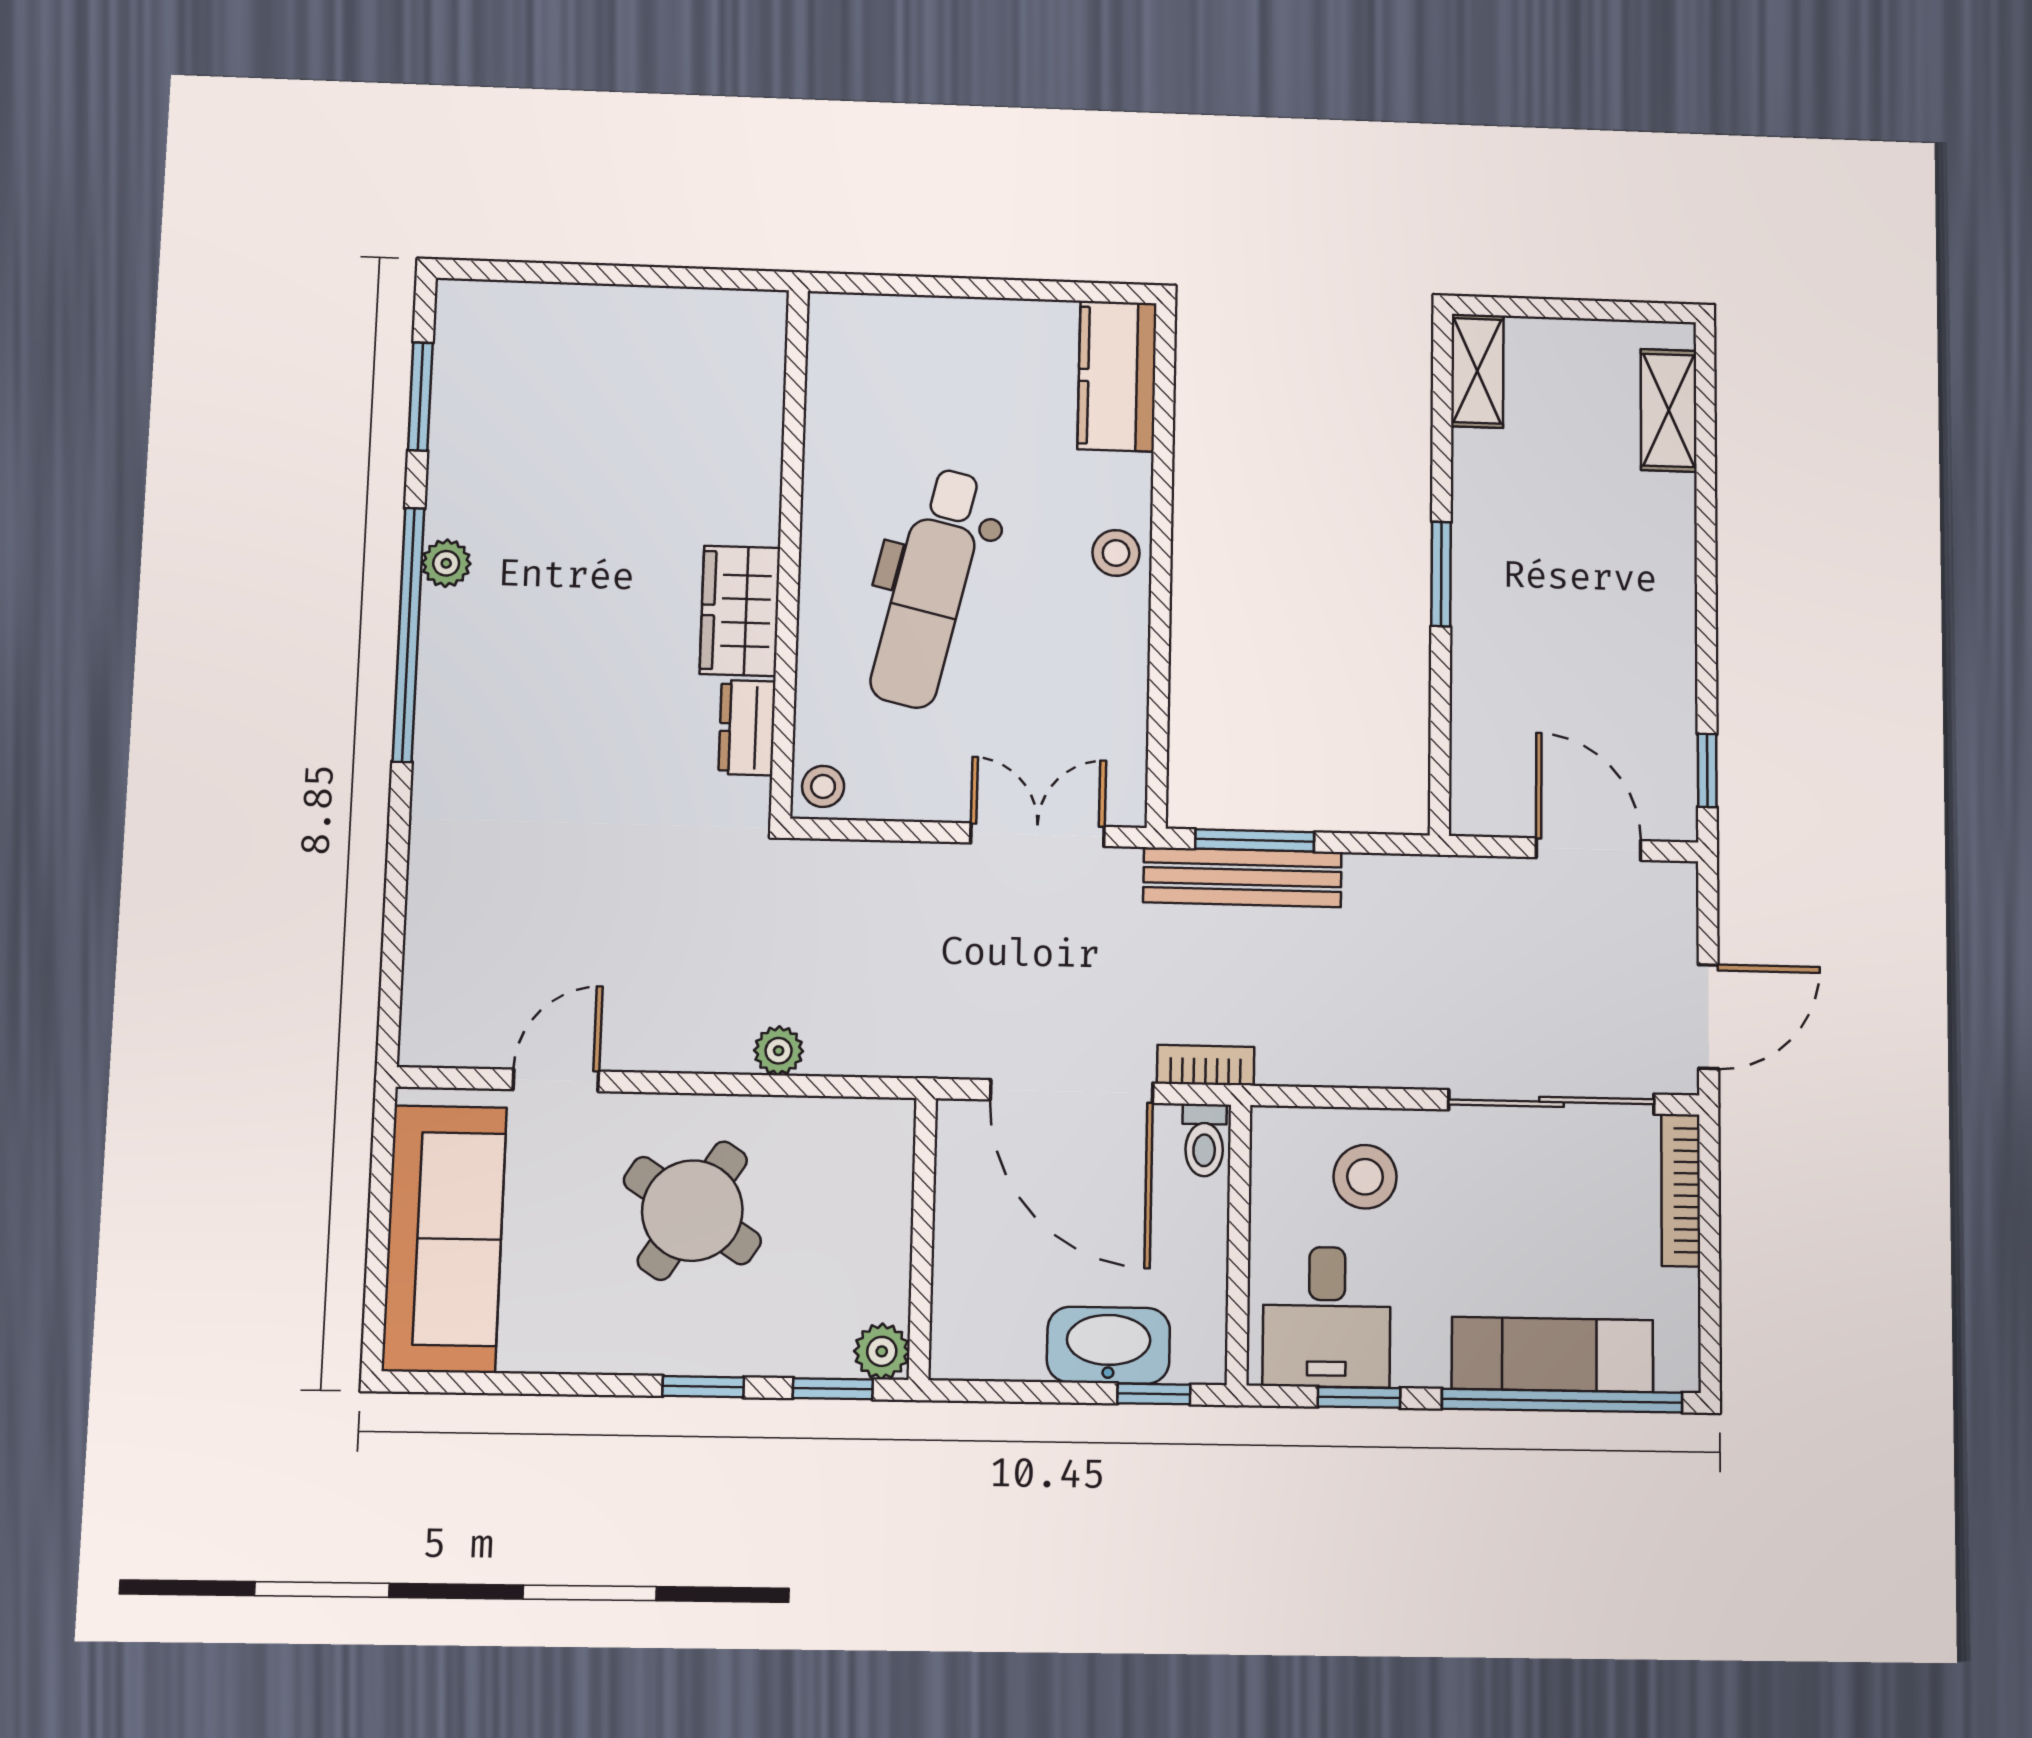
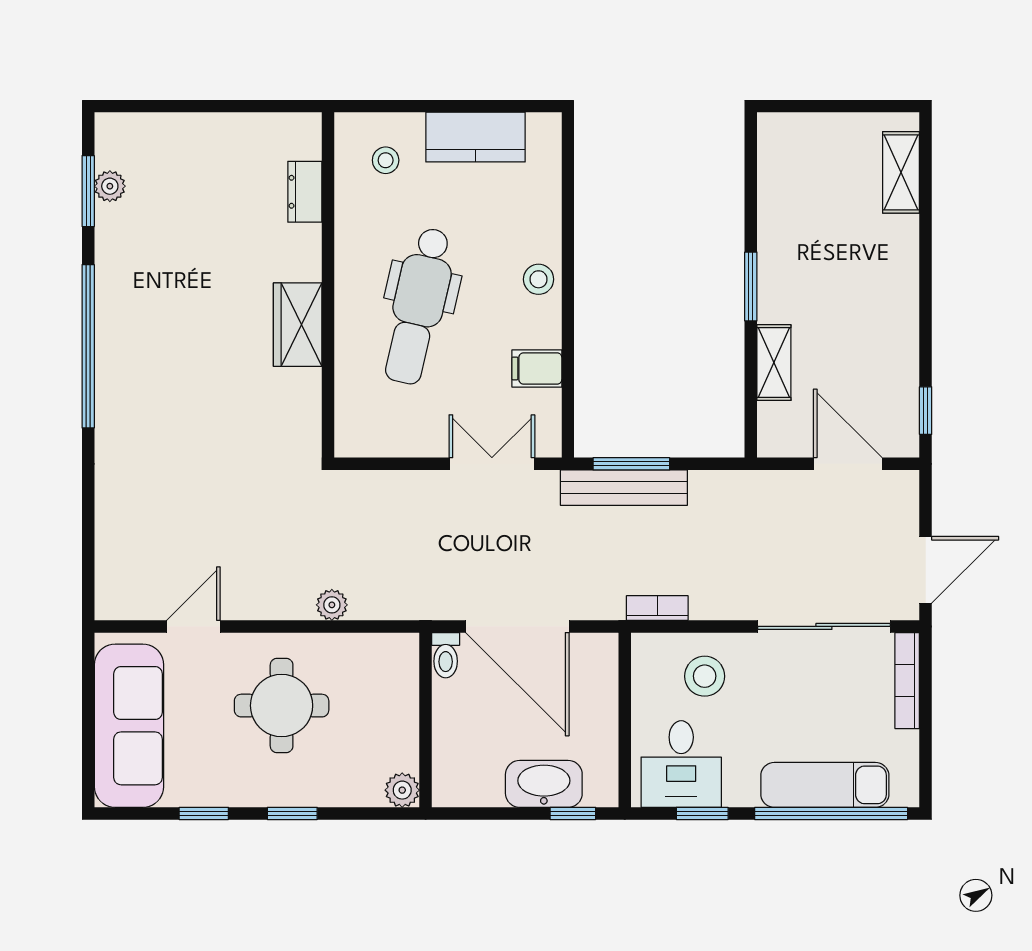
shelving: (1477, 371) -> (774, 363), moved
kitchen counter: (1117, 376) -> (476, 137), moved, turned -90
plant: (446, 563) -> (110, 186), moved
filing cabinet: (1111, 689) -> (537, 368), added
dresser: (747, 728) -> (305, 192), moved
stool: (823, 786) -> (386, 160), moved
bookcase: (1206, 1065) -> (657, 608), moved
toilet: (1204, 1140) -> (446, 655), moved
round table: (692, 1211) -> (282, 706), turned -33
window: (833, 1389) -> (204, 813), moved

